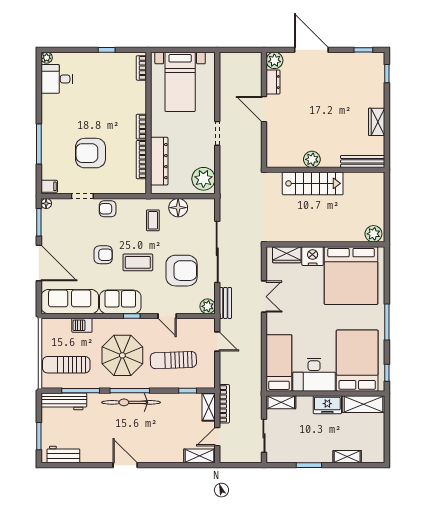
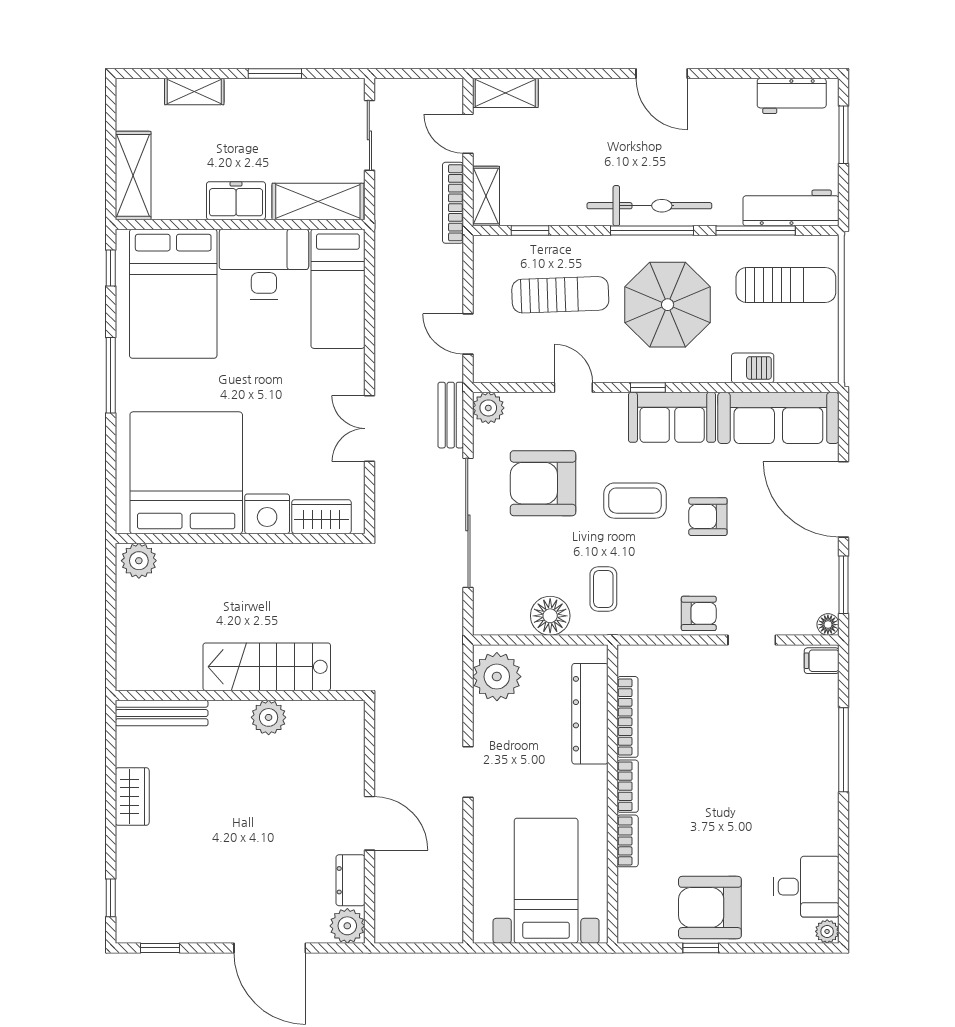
bookcase: (141, 68) -> (628, 841), moved
armchair: (90, 153) -> (710, 907), moved, turned 180
shelving: (281, 402) -> (318, 201), width x1.50, depth x1.33
shelving: (364, 404) -> (133, 175), moved, turned 90
door: (217, 437) -> (468, 134), swing flipped

